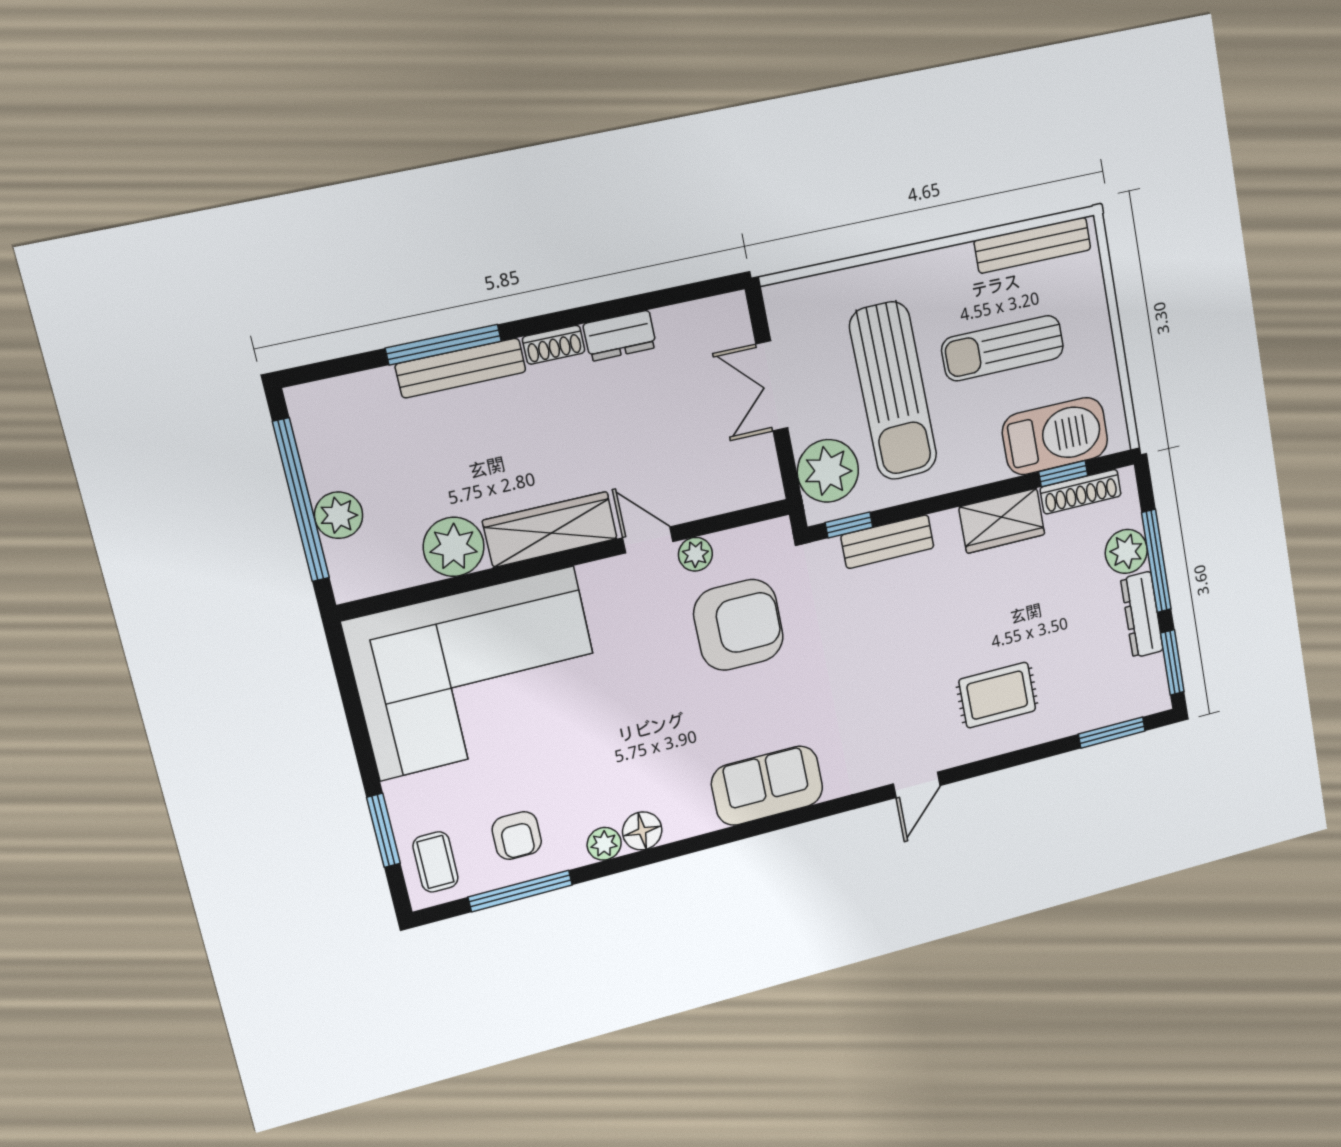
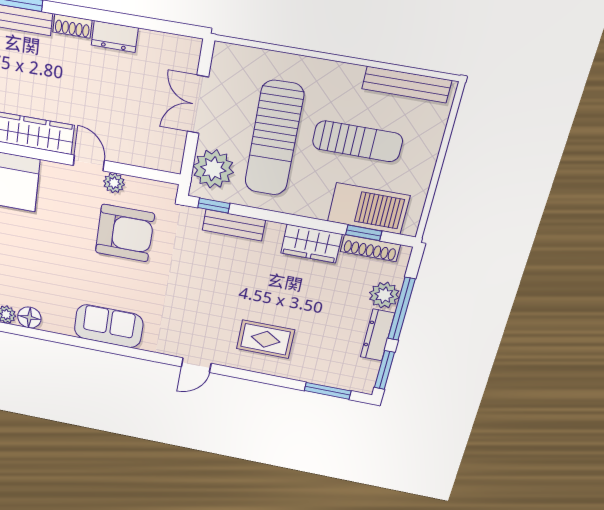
sun lounger: (1003, 348) -> (357, 141), turned 180

